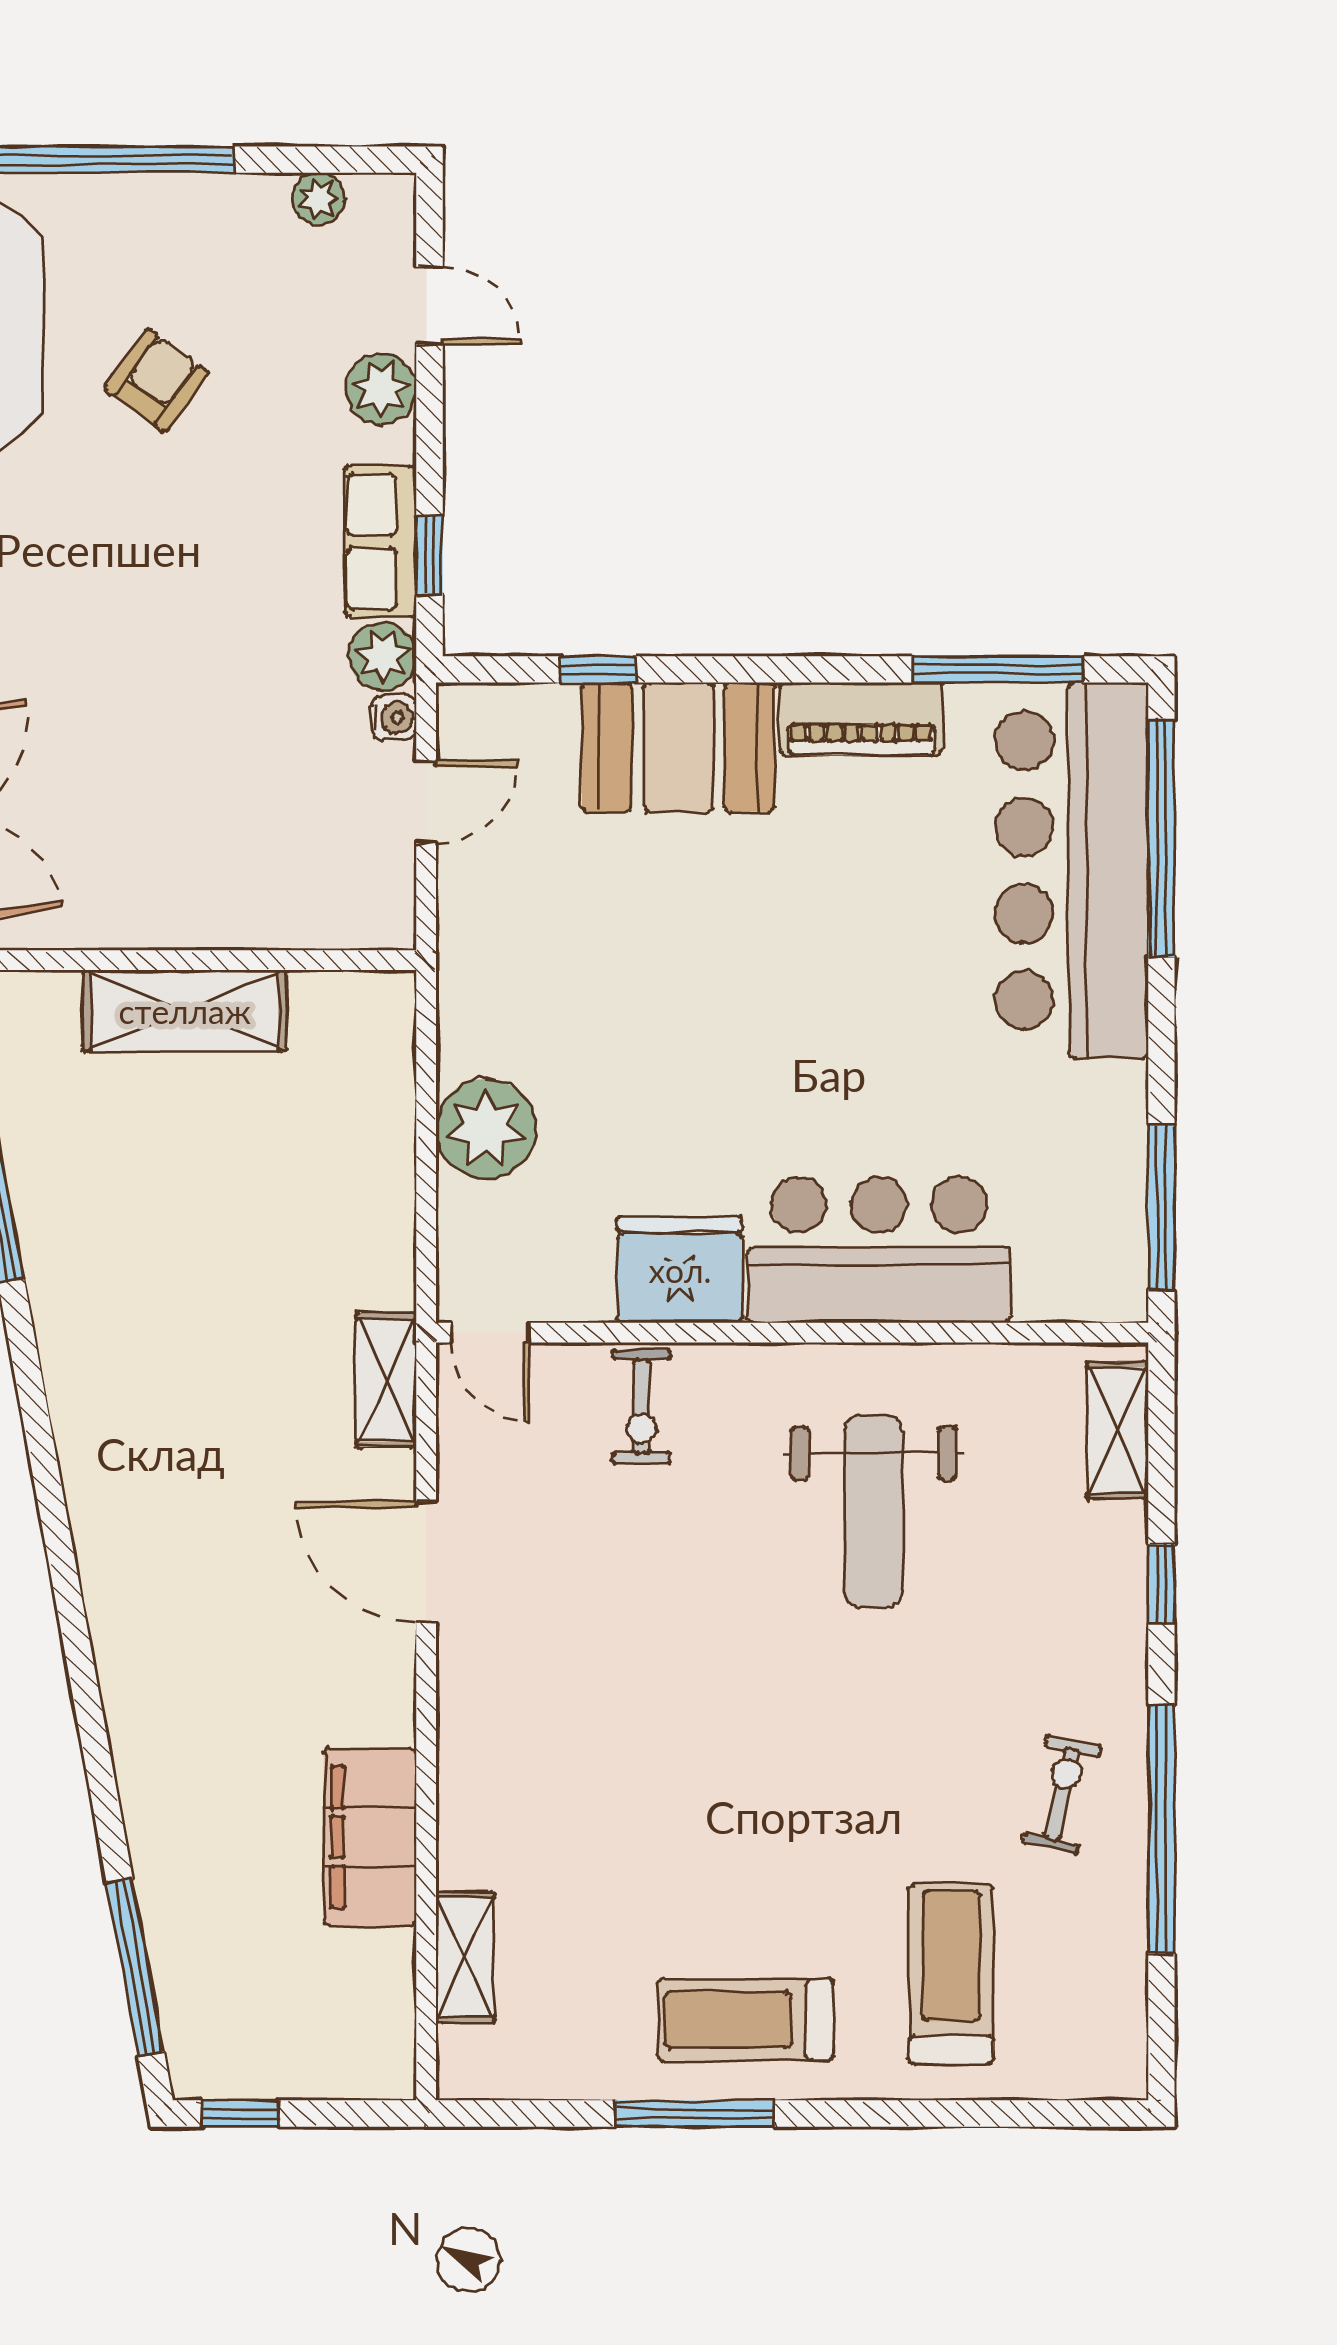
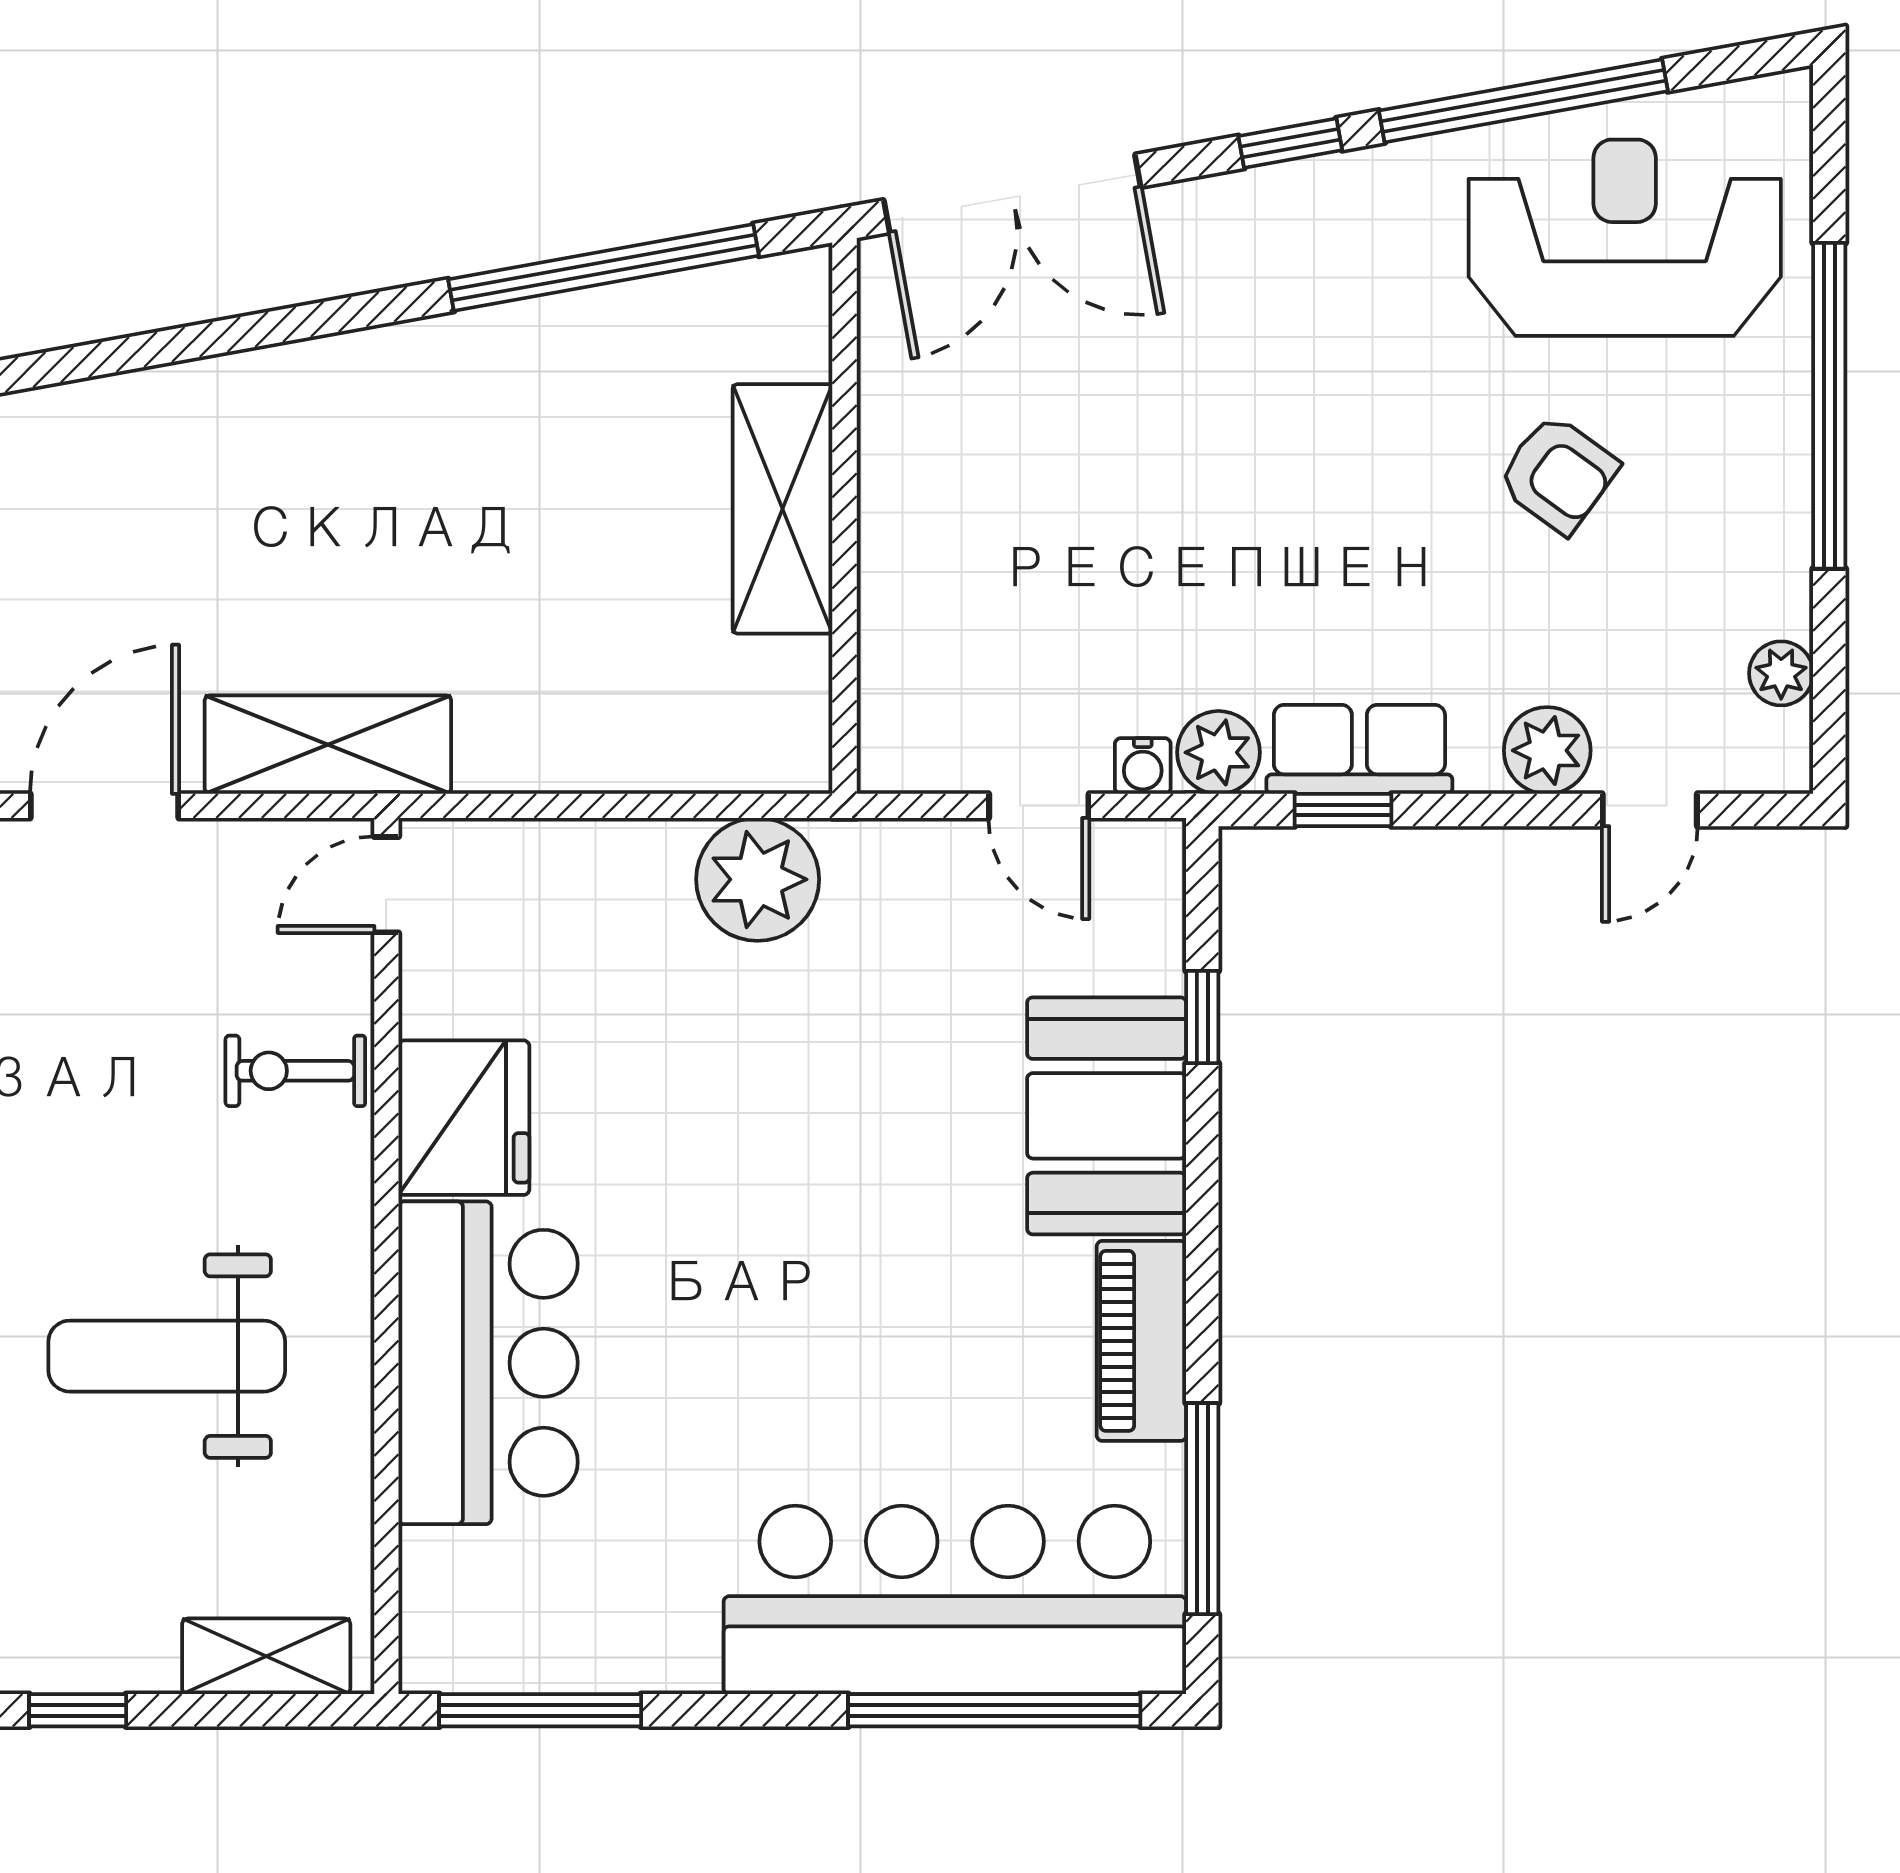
plant: (486, 1129) -> (758, 879), moved
shelving: (386, 1380) -> (328, 745), width x1.50, depth x1.33

